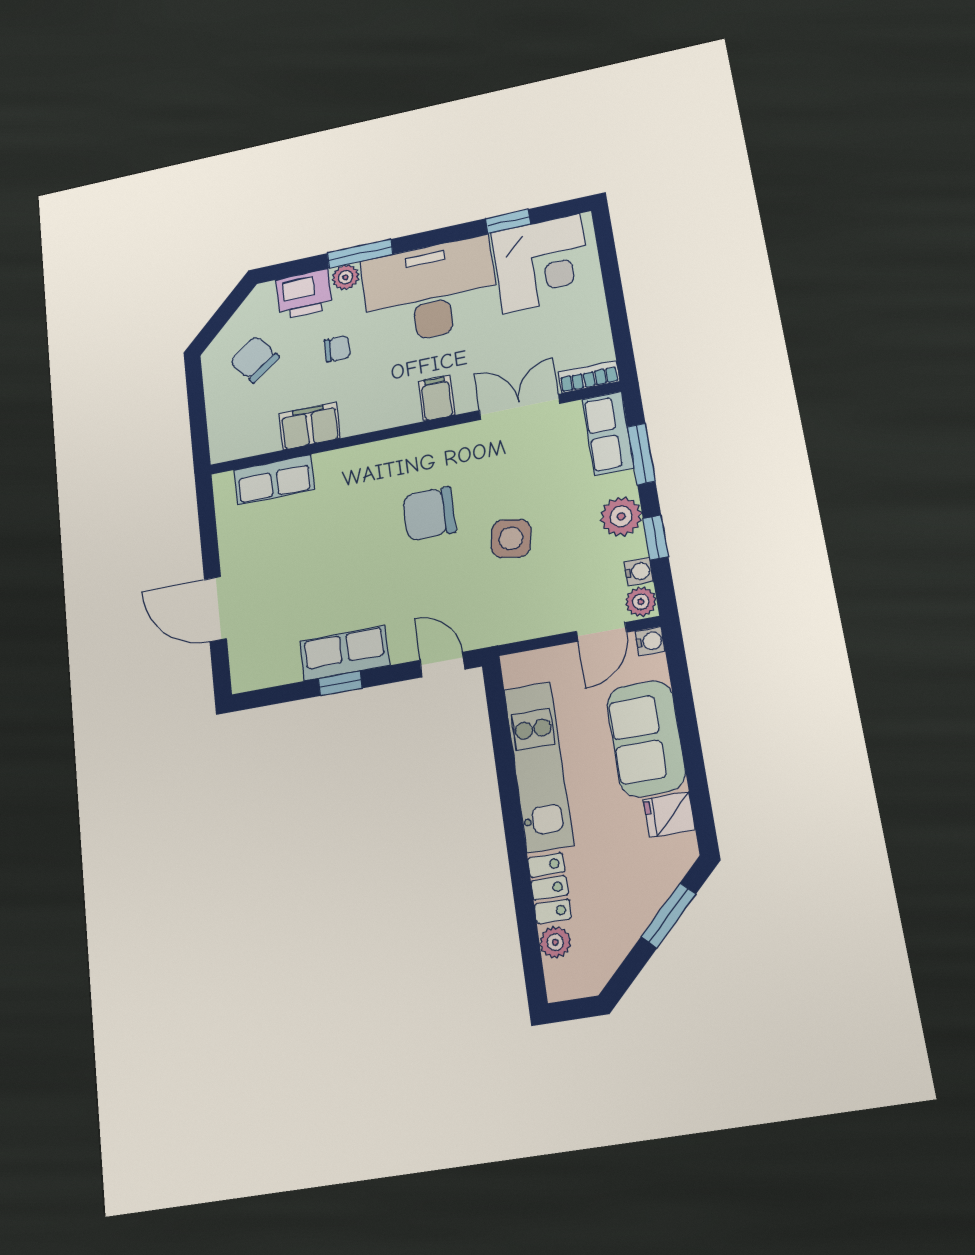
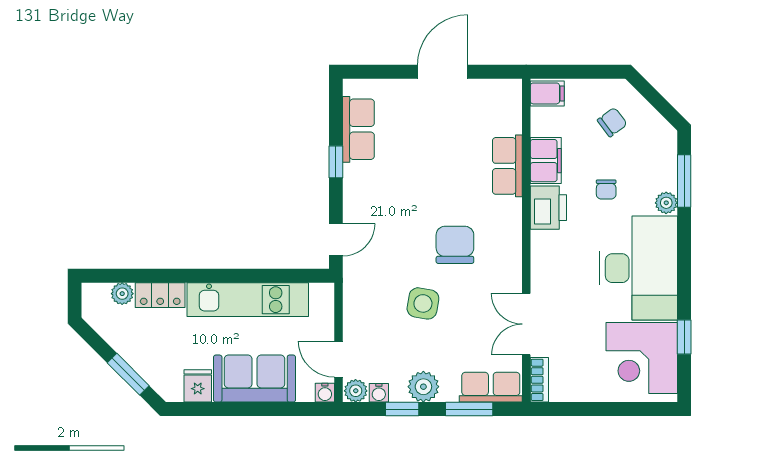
window: (360, 254) -> (684, 181), moved
printer: (304, 294) -> (548, 208), moved, turned 180
chair: (254, 359) -> (612, 122), width x0.73, depth x0.73
filing cabinet: (437, 398) -> (547, 93), moved
double door: (519, 407) -> (526, 324), swing flipped
row of seats: (274, 480) -> (507, 166), moved
door: (215, 609) -> (443, 72), moved
row of seats: (345, 653) -> (358, 129), moved

